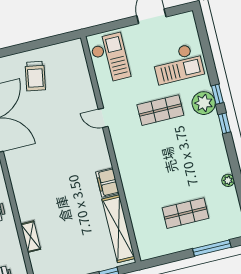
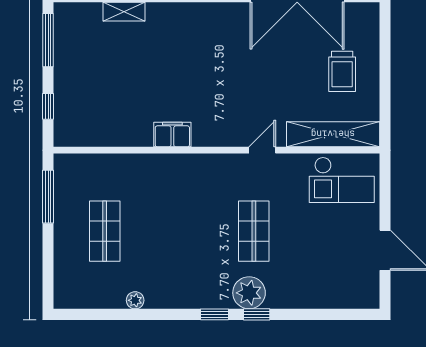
checkout: (178, 64) -> (311, 271), removed
trolley: (35, 76) -> (342, 71), turned -100
shelving: (118, 229) -> (333, 134), moved
window: (212, 248) -> (48, 197), moved

